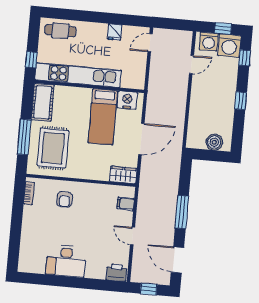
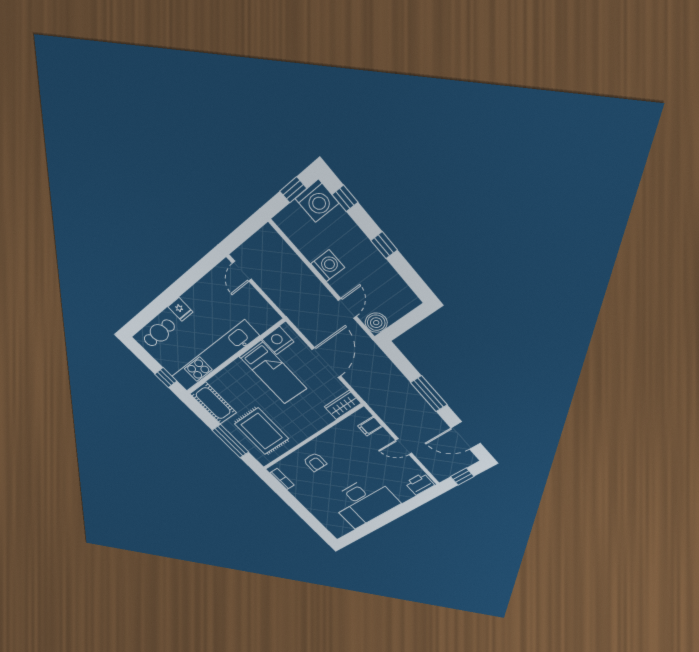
fridge: (115, 32) -> (180, 309), moved
washing machine: (209, 42) -> (328, 266), moved, turned -90
door: (191, 65) -> (347, 308), moved
boiler: (214, 142) -> (376, 323), moved
desk: (66, 261) -> (364, 502), width x1.36, depth x1.30

